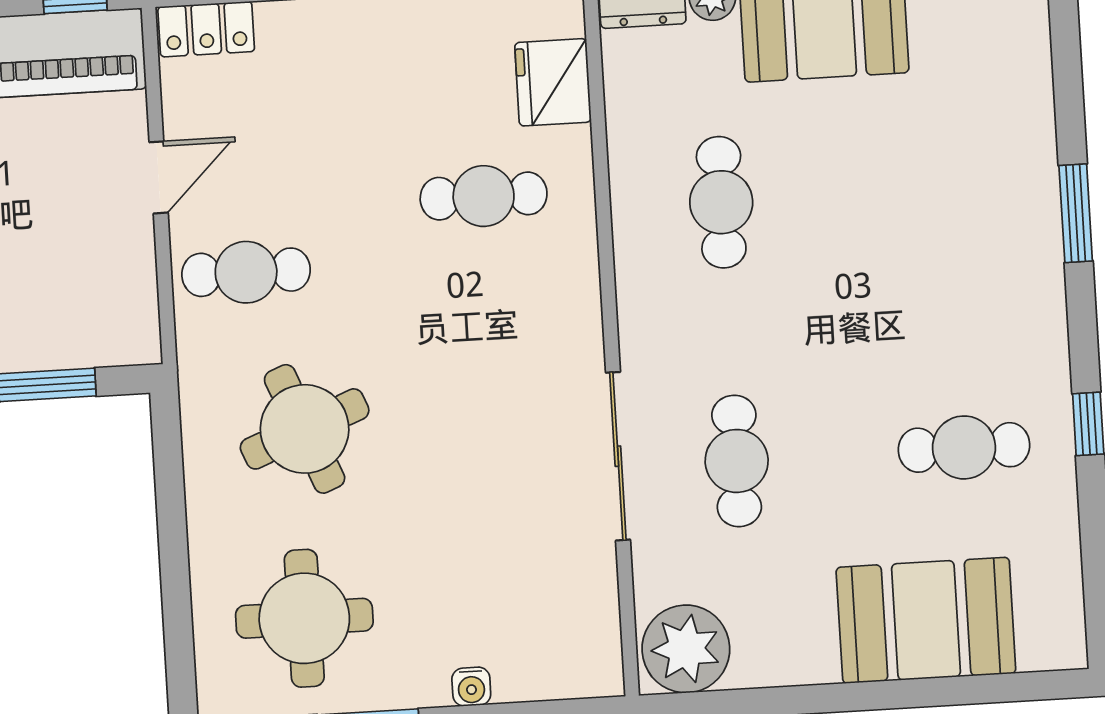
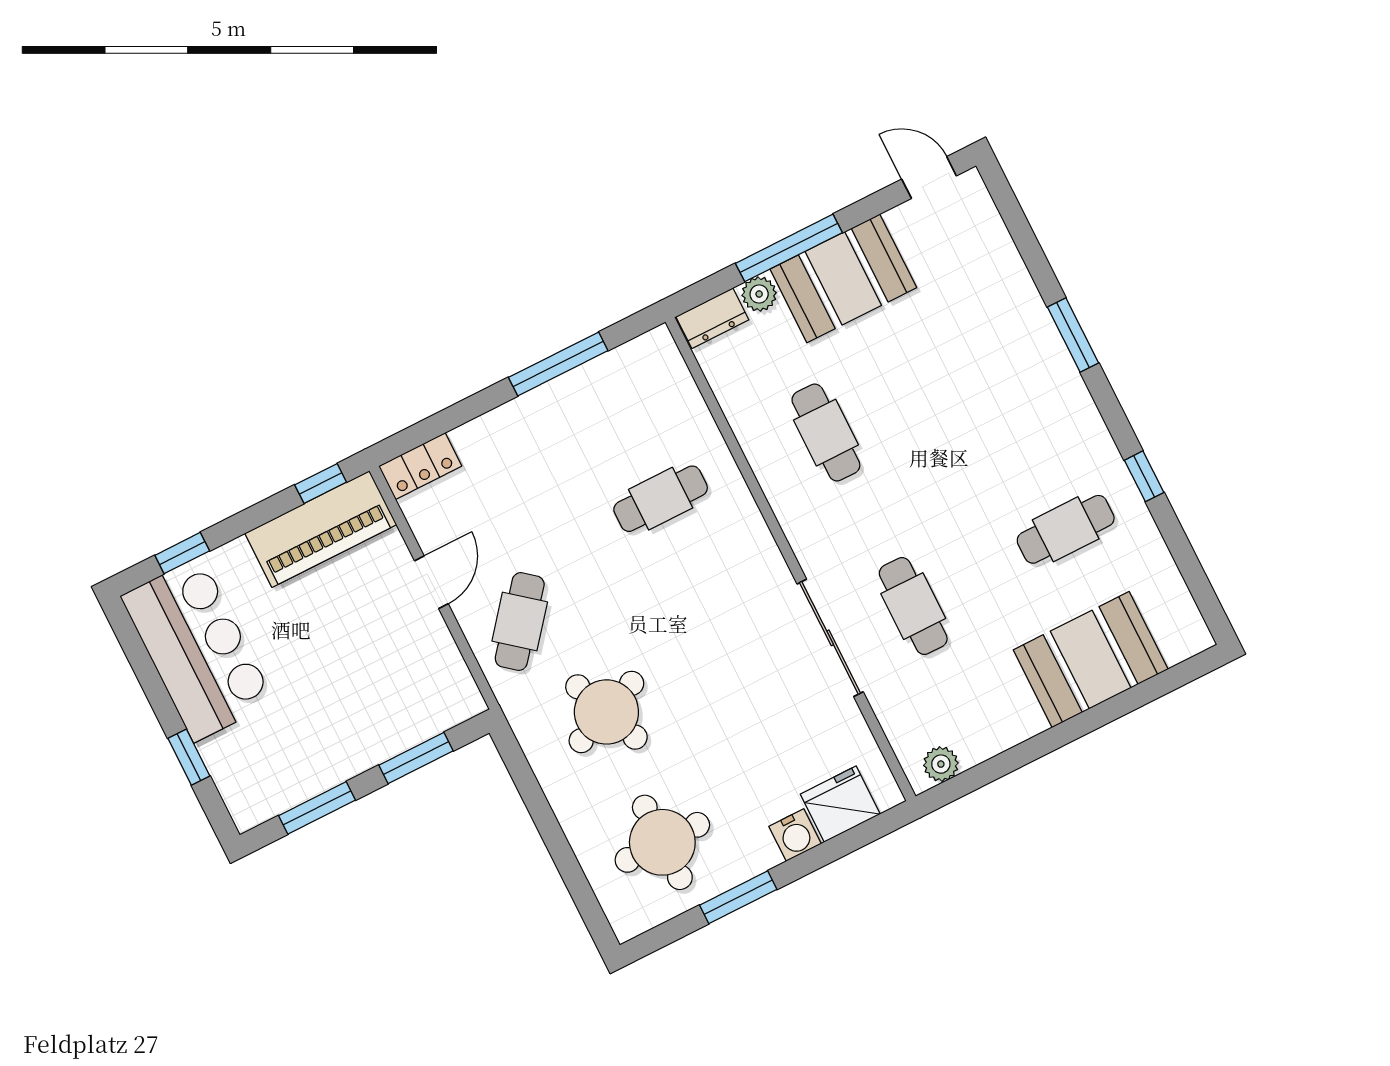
fridge: (553, 82) -> (840, 804), moved, turned 90
cafe table: (246, 272) -> (520, 622), turned -51
plant: (686, 649) -> (941, 764), width x0.53, depth x0.53
water cooler: (471, 687) -> (795, 835), width x1.38, depth x1.38

